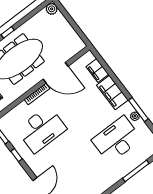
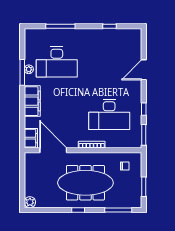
filing cabinet: (97, 70) -> (31, 138), moved
door: (56, 73) -> (53, 150), moved
desk: (42, 129) -> (109, 114), turned 180

